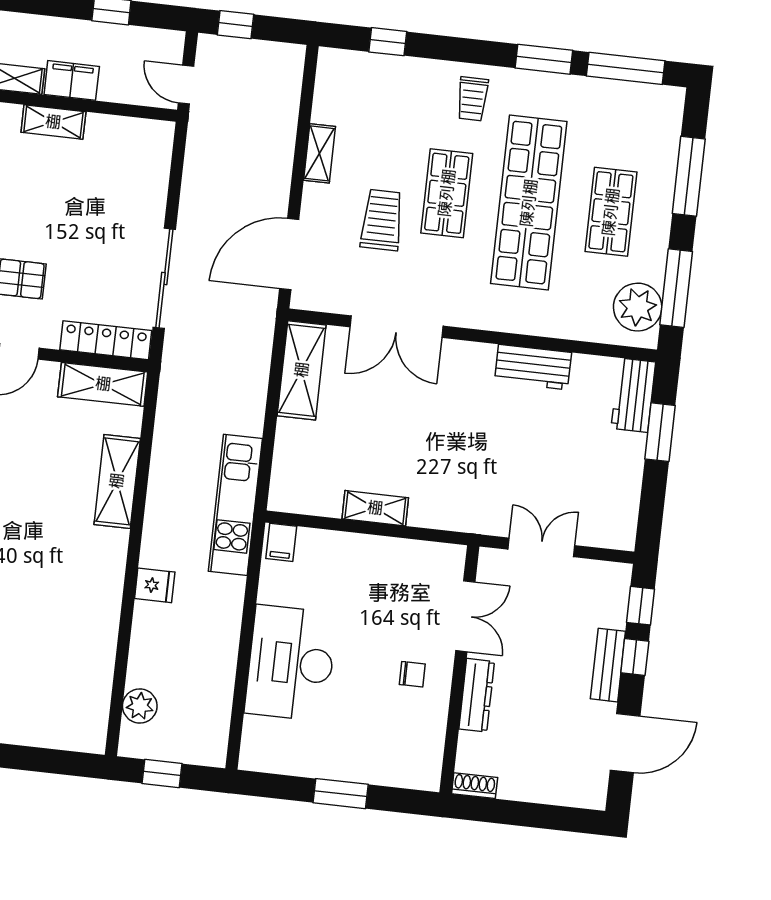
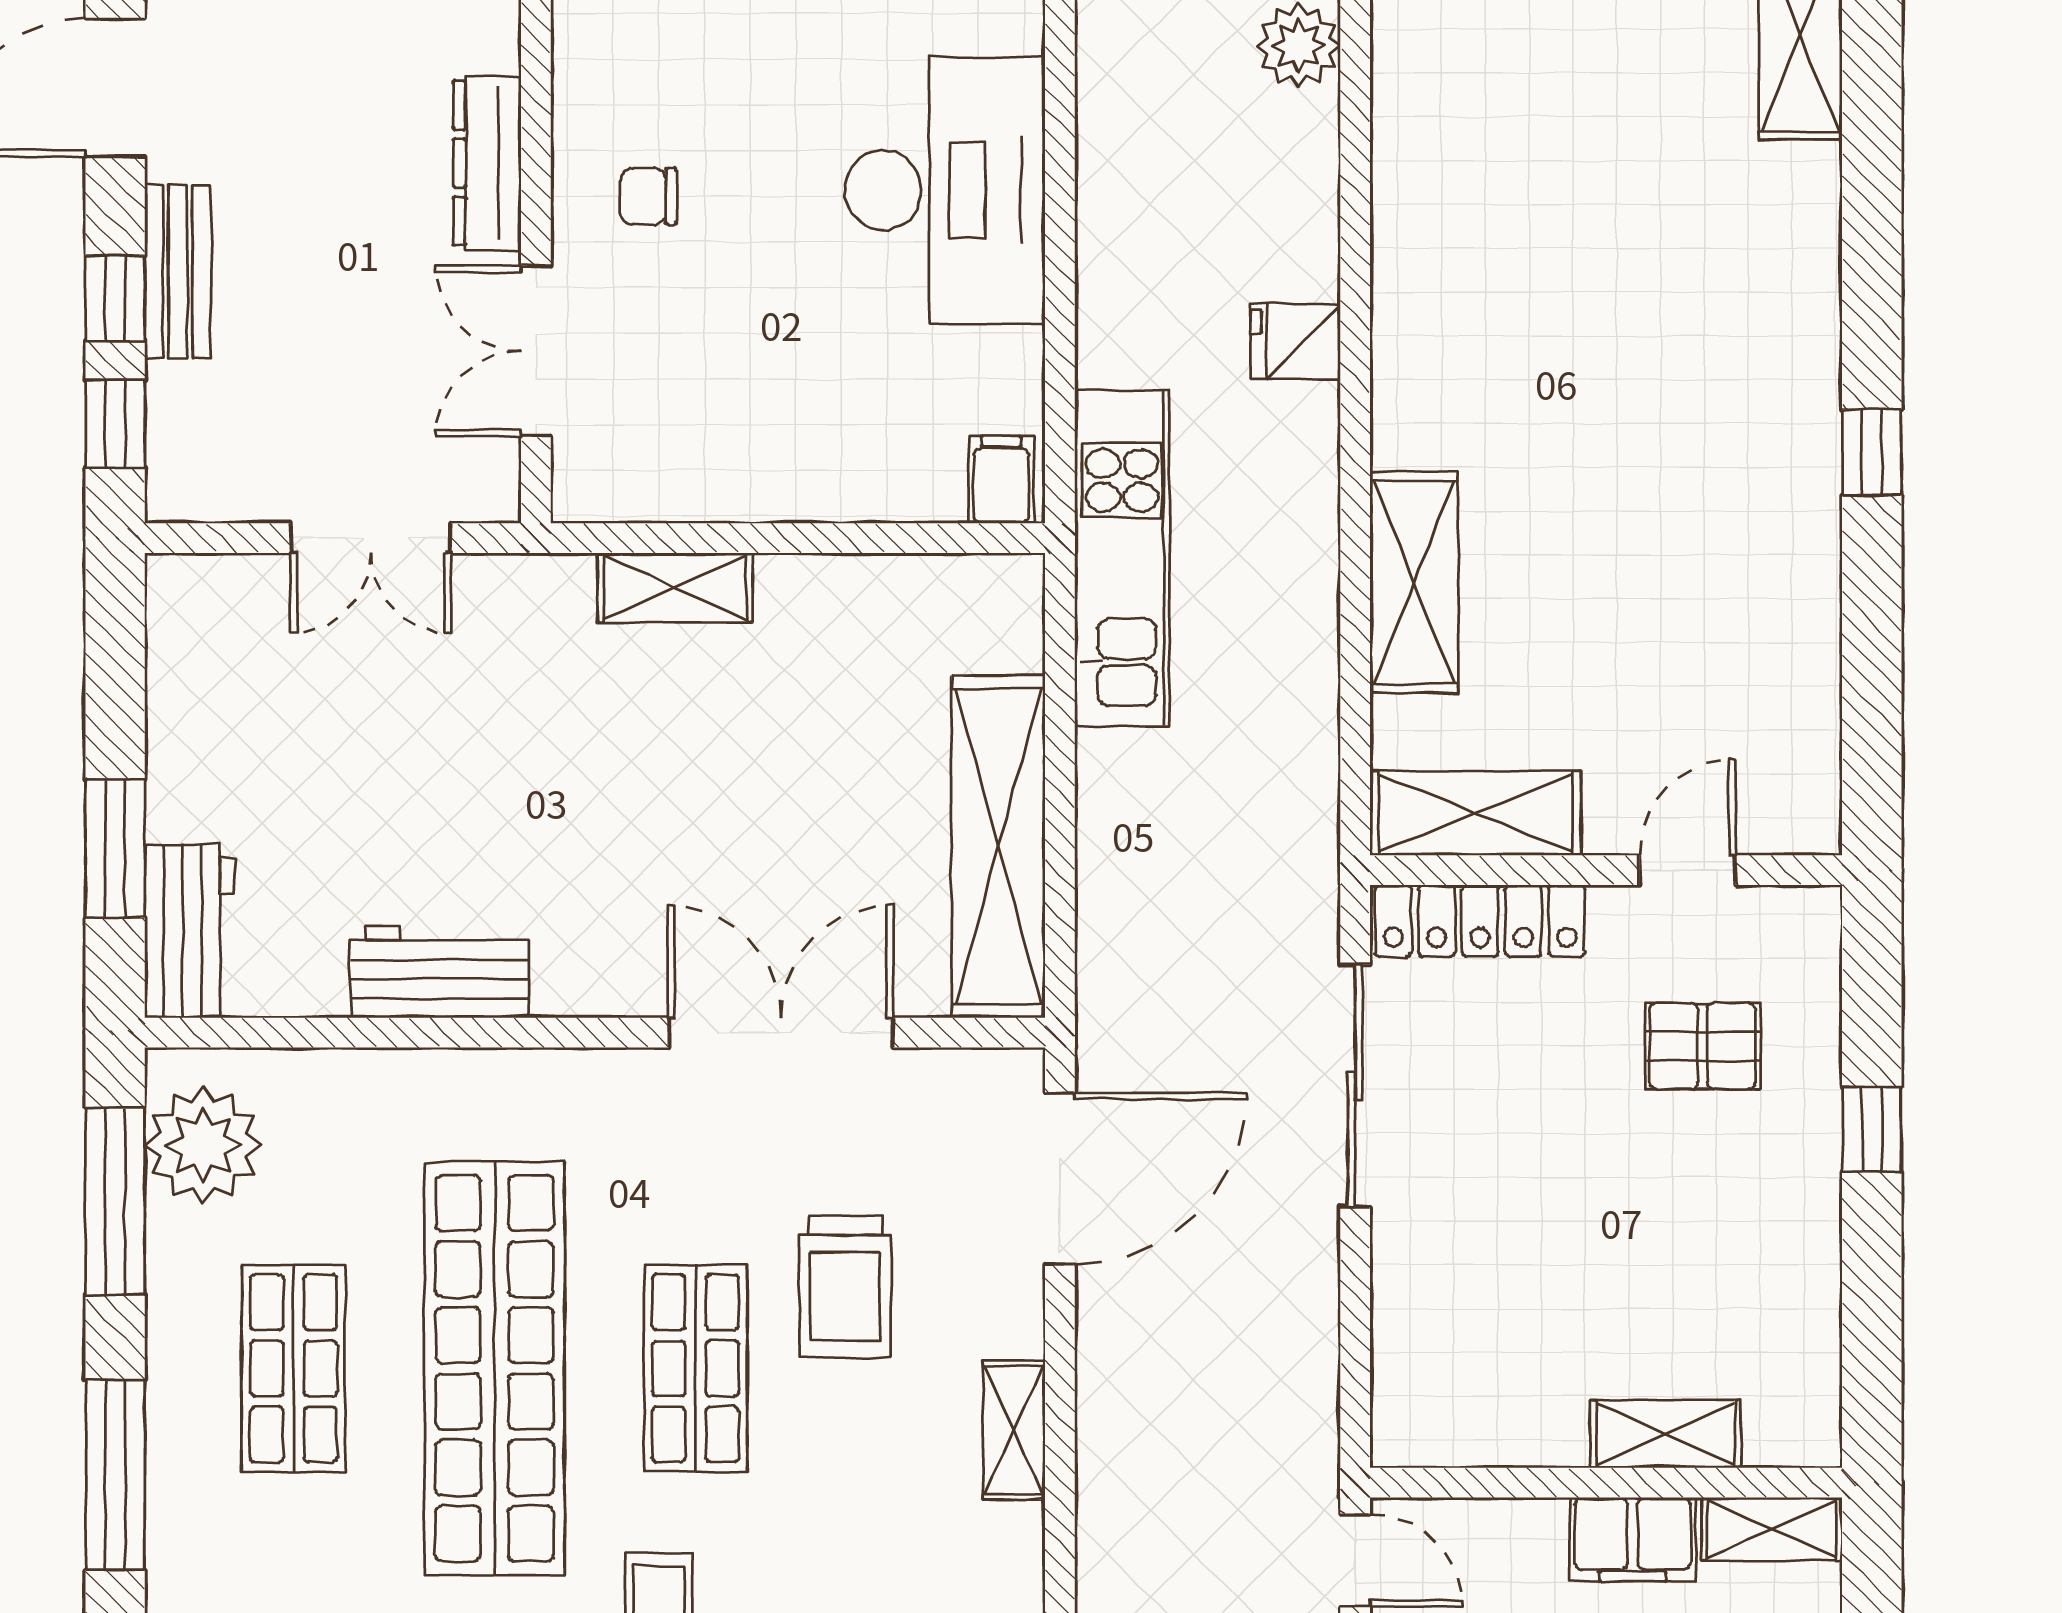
shelving: (302, 370) -> (998, 847), width x1.47
shelving: (375, 508) -> (675, 588), moved

